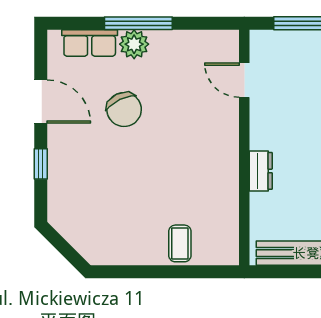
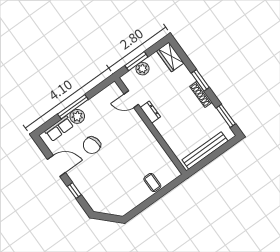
plant: (299, 43) -> (142, 69), added
chair: (124, 109) -> (92, 145), turned 99
dresser: (261, 171) -> (150, 112), moved

